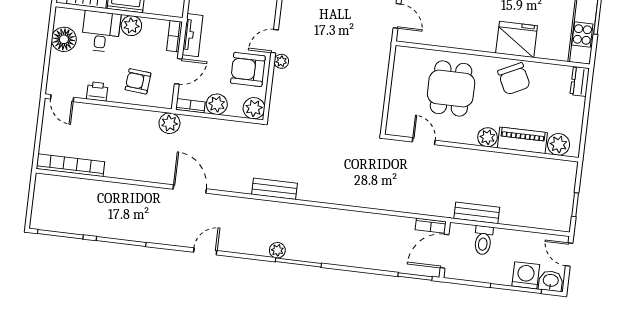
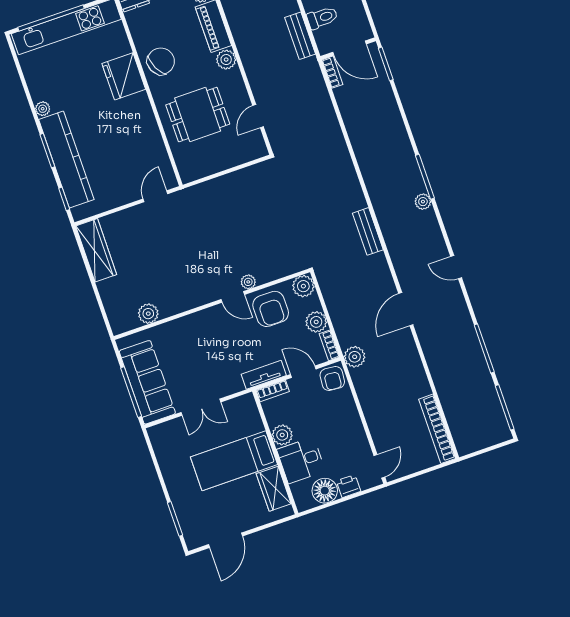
armchair: (138, 81) -> (332, 378), moved
printer: (97, 91) -> (349, 486), moved, turned 90

